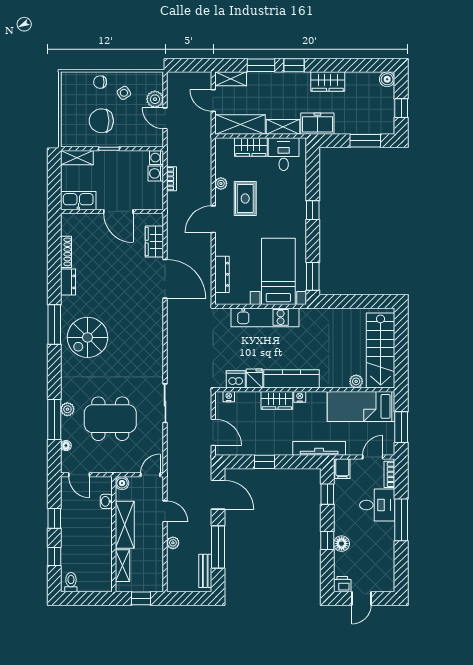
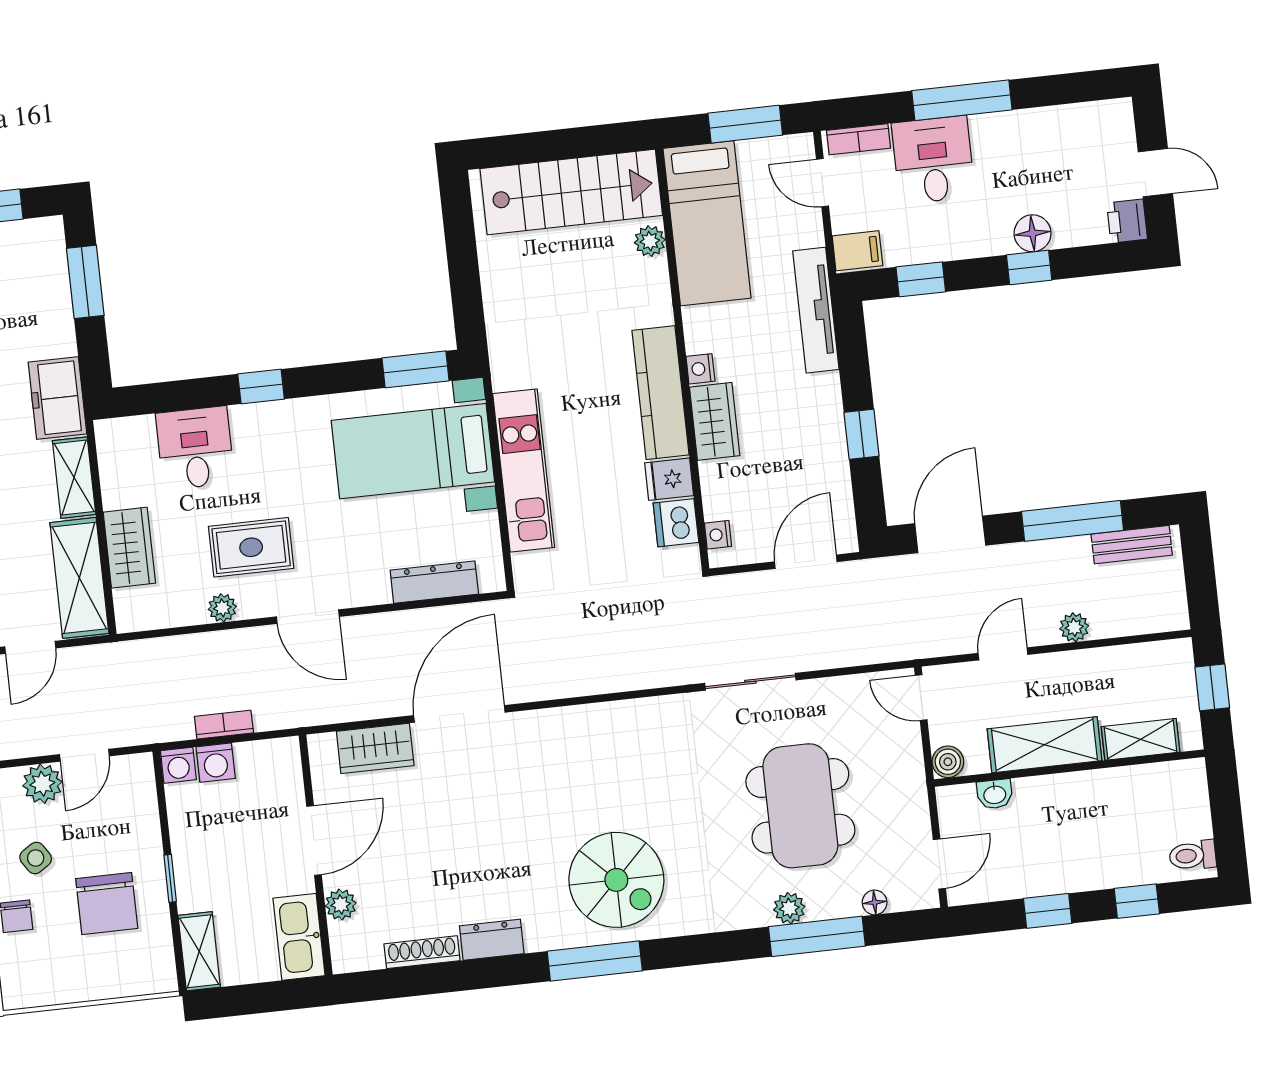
desk: (284, 154) -> (195, 448), moved, turned 90
plant: (90, 220) -> (341, 904), added

